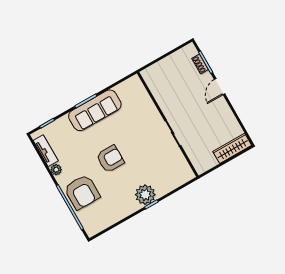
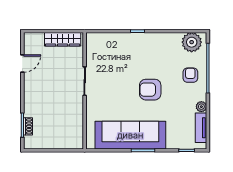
door: (220, 87) -> (22, 64), moved
sofa: (95, 110) -> (130, 135), width x1.36, depth x1.27
wardrobe: (232, 148) -> (63, 39), moved
armchair: (82, 192) -> (190, 75), width x0.53, depth x0.53
plant: (145, 195) -> (192, 42), moved

